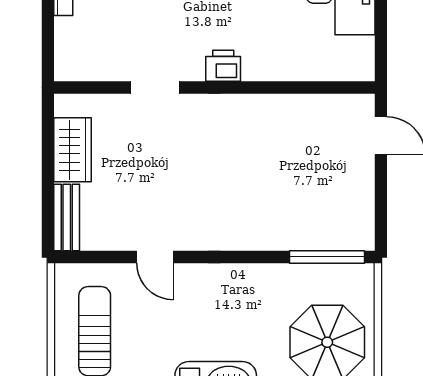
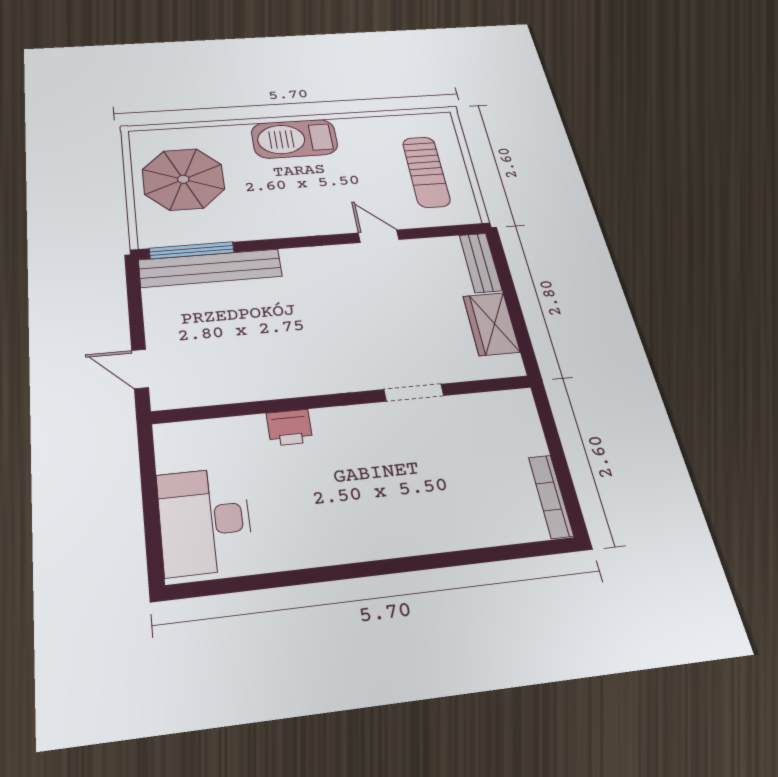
printer: (223, 66) -> (289, 428), moved
bench: (312, 235) -> (210, 268), added

